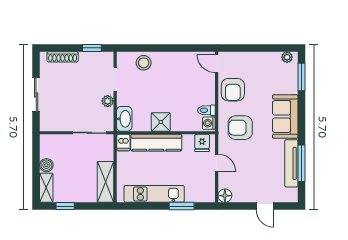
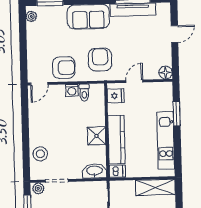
plant: (108, 101) -> (38, 188), moved
washing machine: (209, 123) -> (72, 90), moved
armchair: (240, 128) -> (100, 60), turned 180

